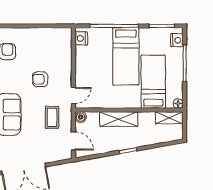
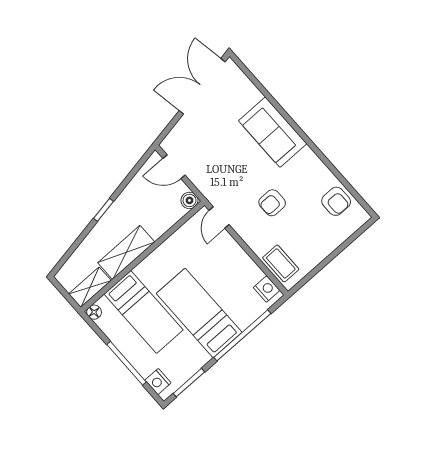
armchair: (40, 79) -> (272, 203), turned 180
coffee table: (52, 117) -> (281, 263), moved
shelving: (119, 119) -> (126, 252), moved

